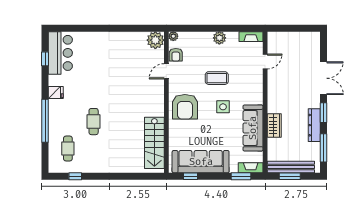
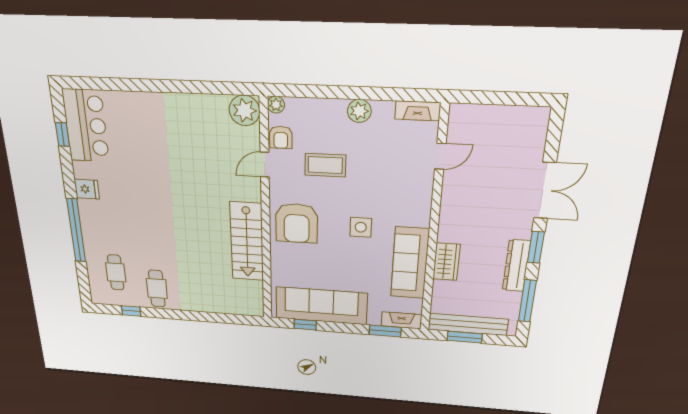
coffee table: (217, 78) -> (325, 165), moved
cafe table: (94, 122) -> (157, 289), moved
stairs: (154, 143) -> (247, 242), moved

